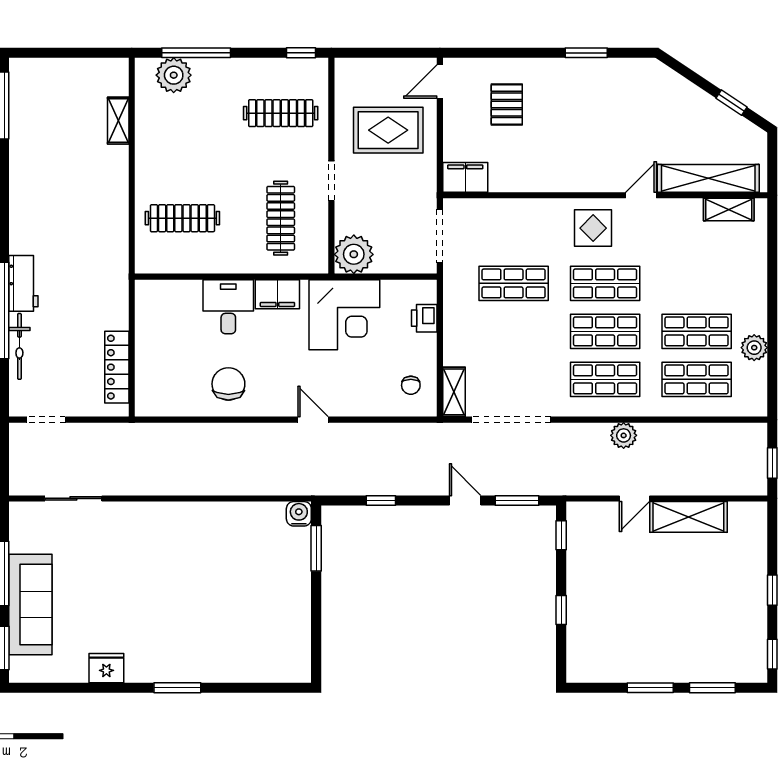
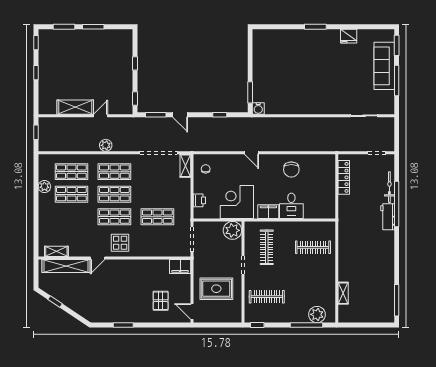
door: (440, 82) -> (192, 311), swing flipped

